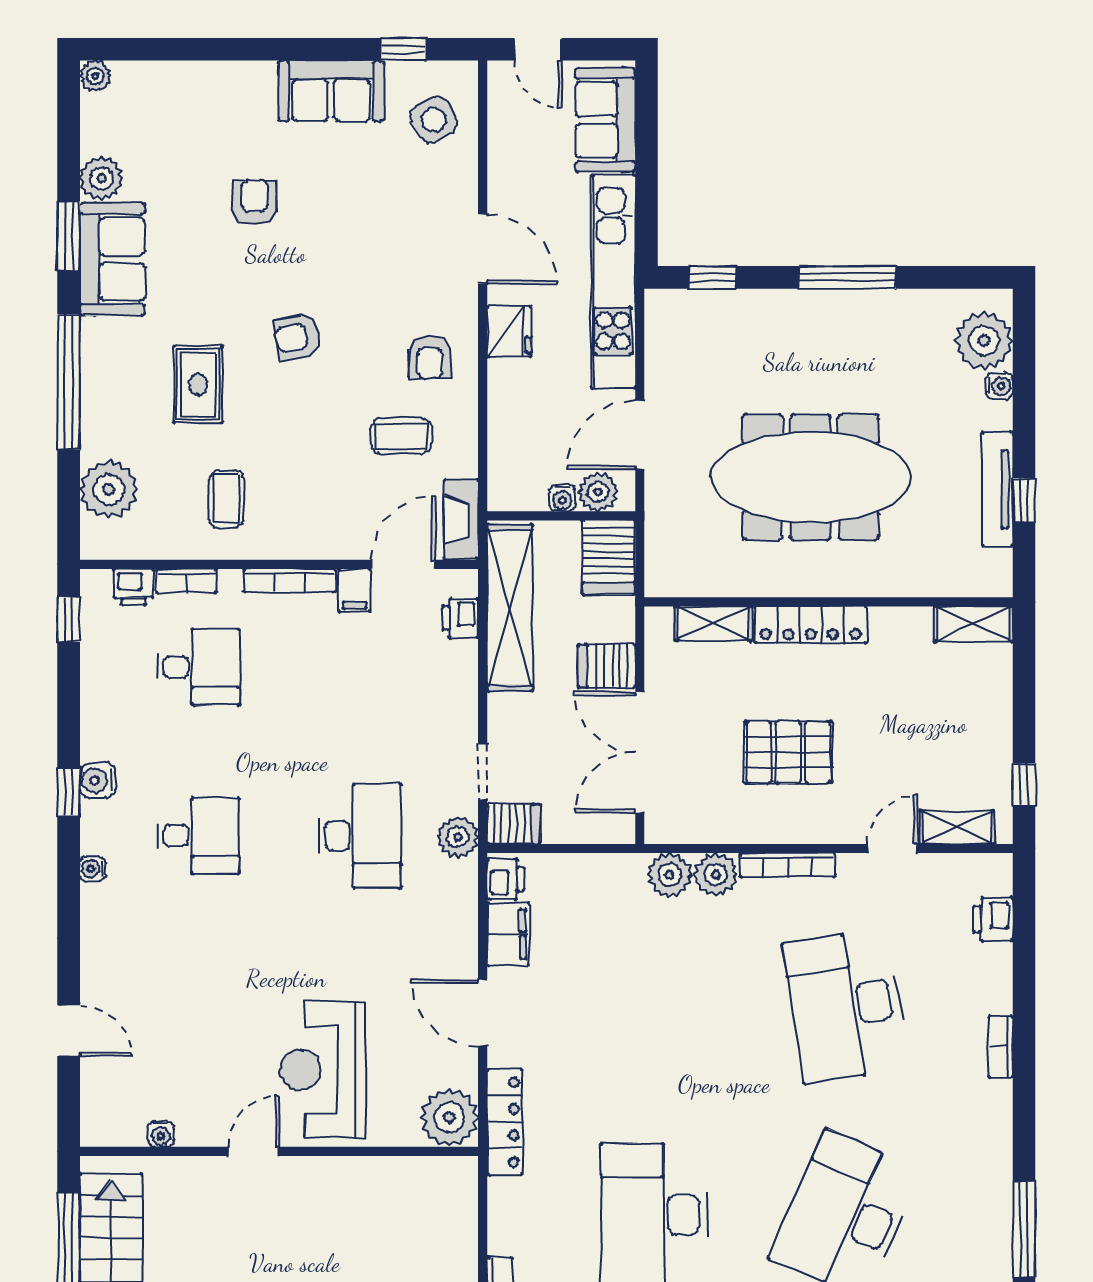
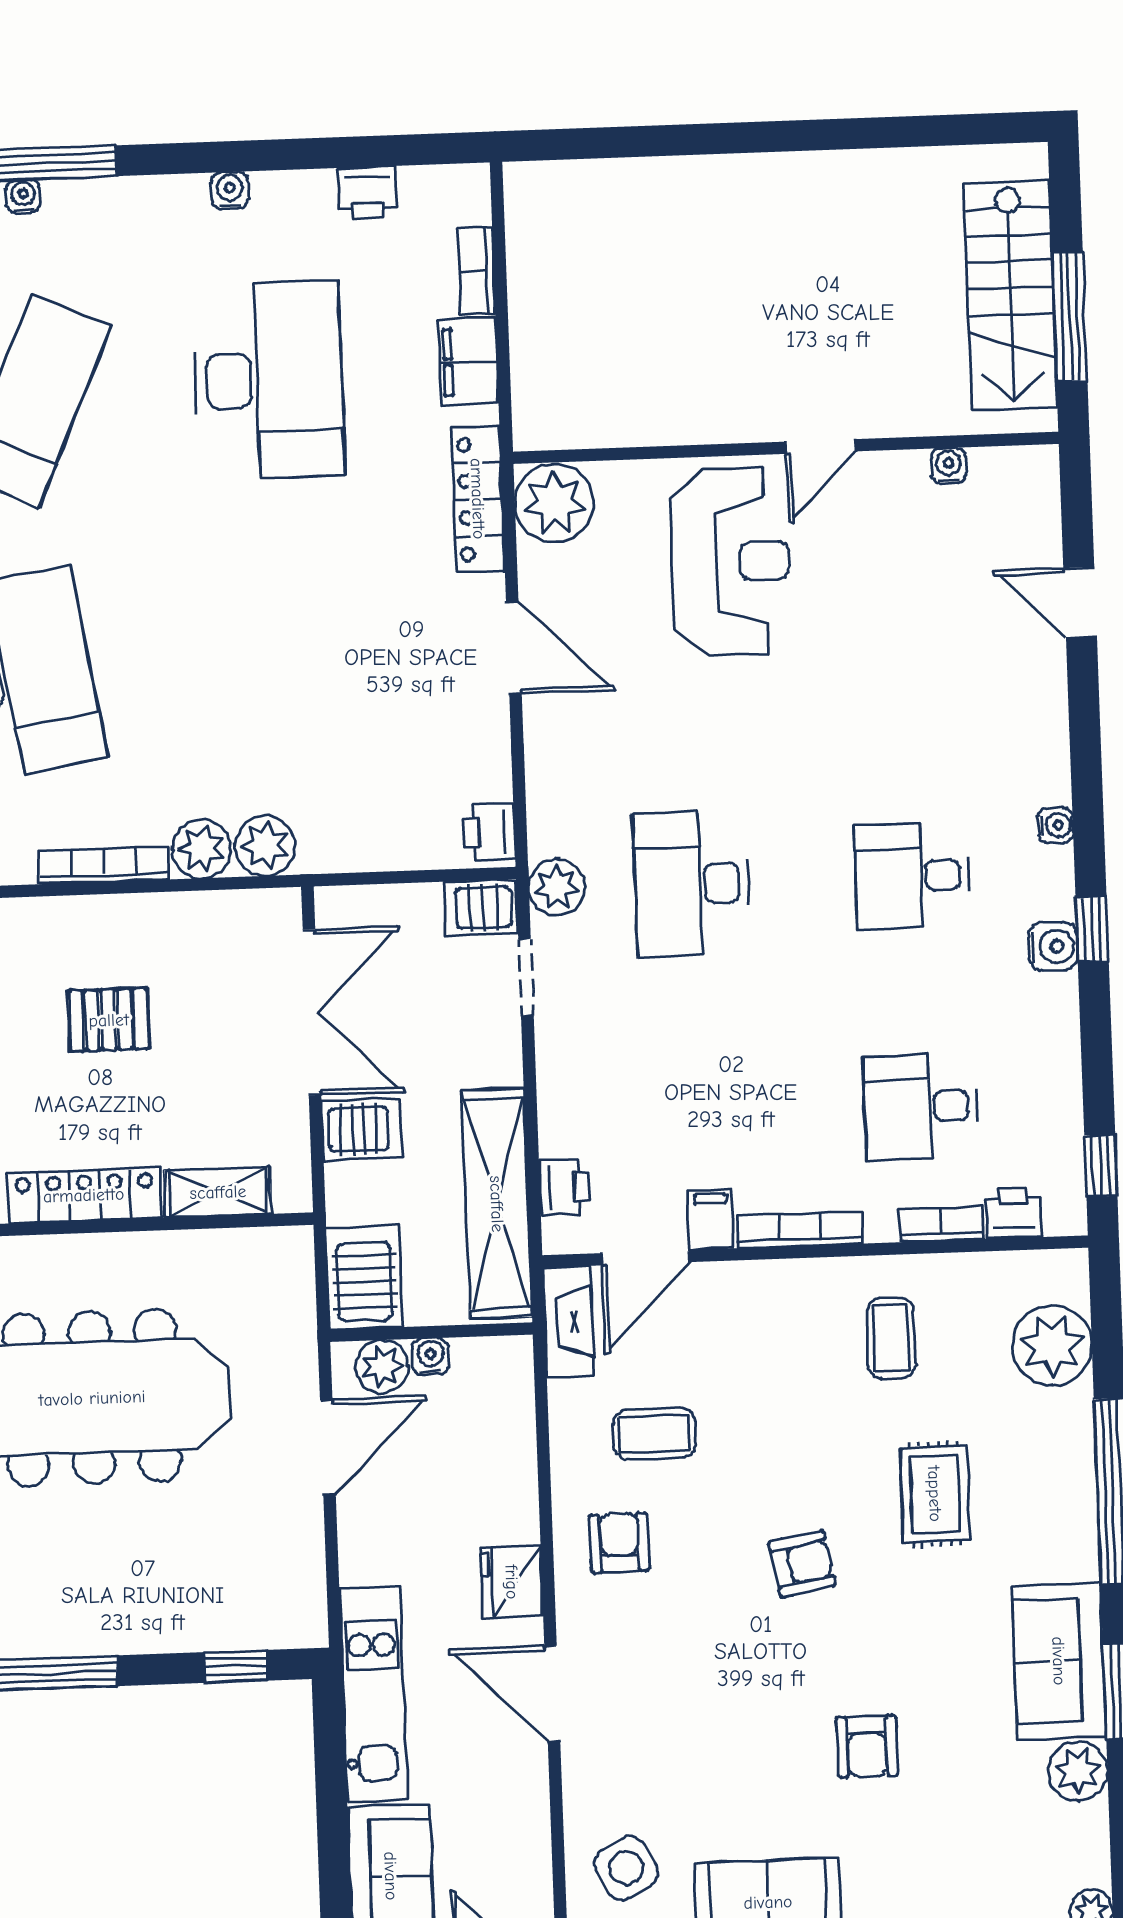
kitchen unit: (613, 282) -> (373, 1694), width x0.73
pallet: (788, 752) -> (109, 1020), width x0.67, depth x0.71
filing cabinet: (508, 934) -> (468, 362), moved

